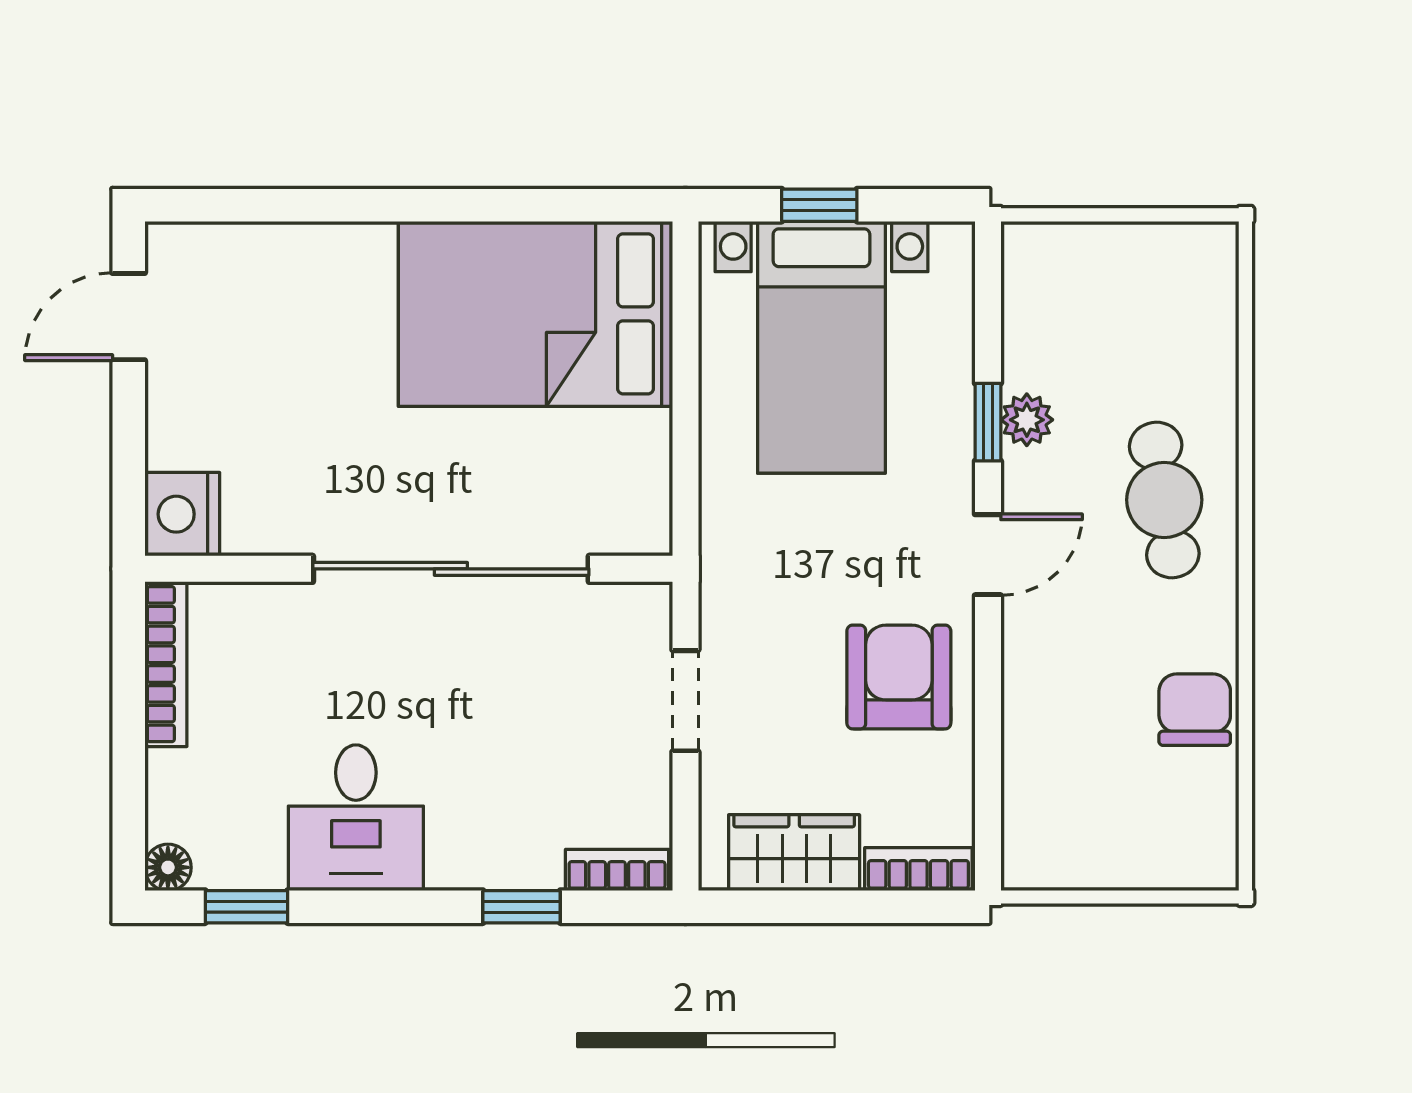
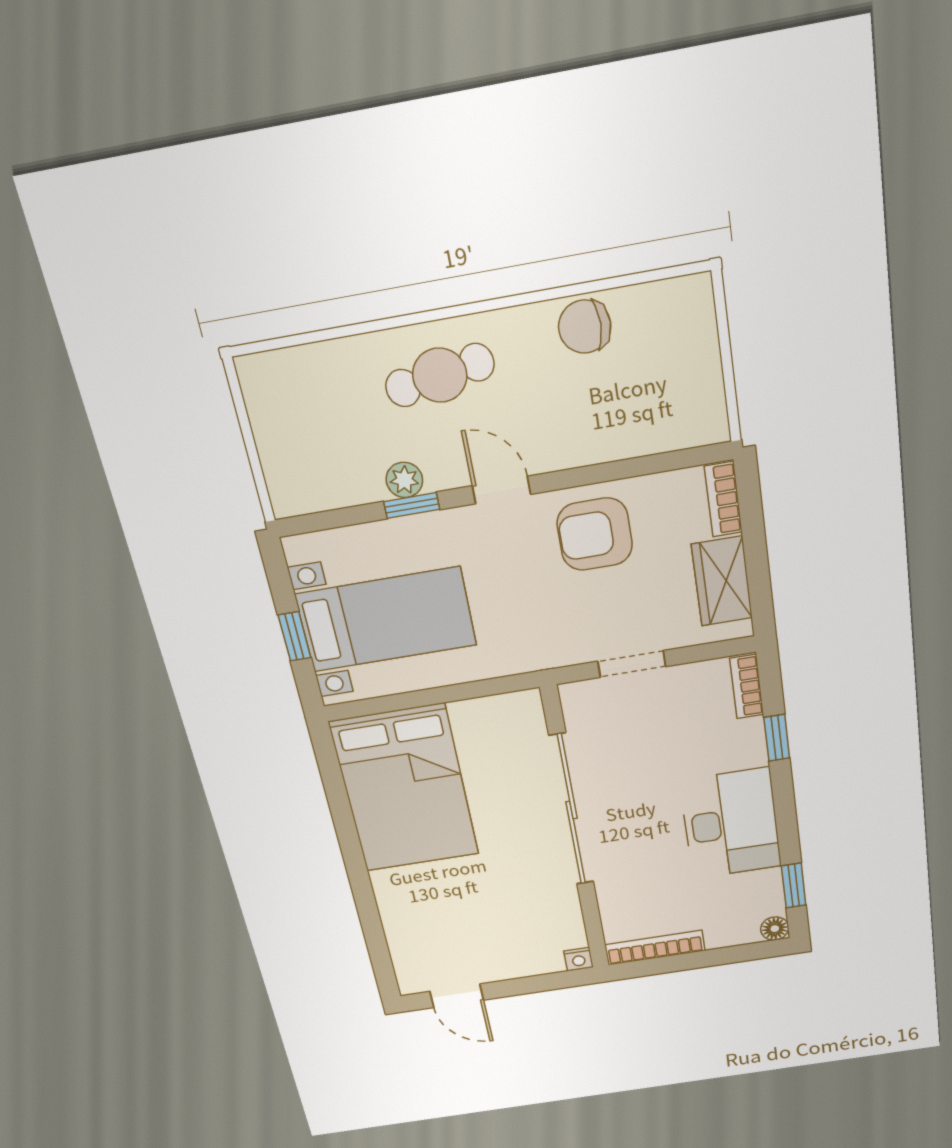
nightstand: (182, 514) -> (578, 959), width x0.53, depth x0.56
desk: (356, 818) -> (731, 824), width x1.37

